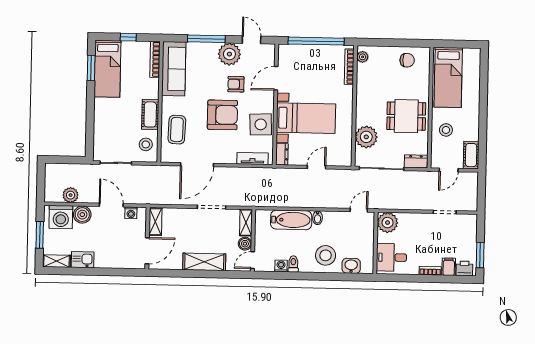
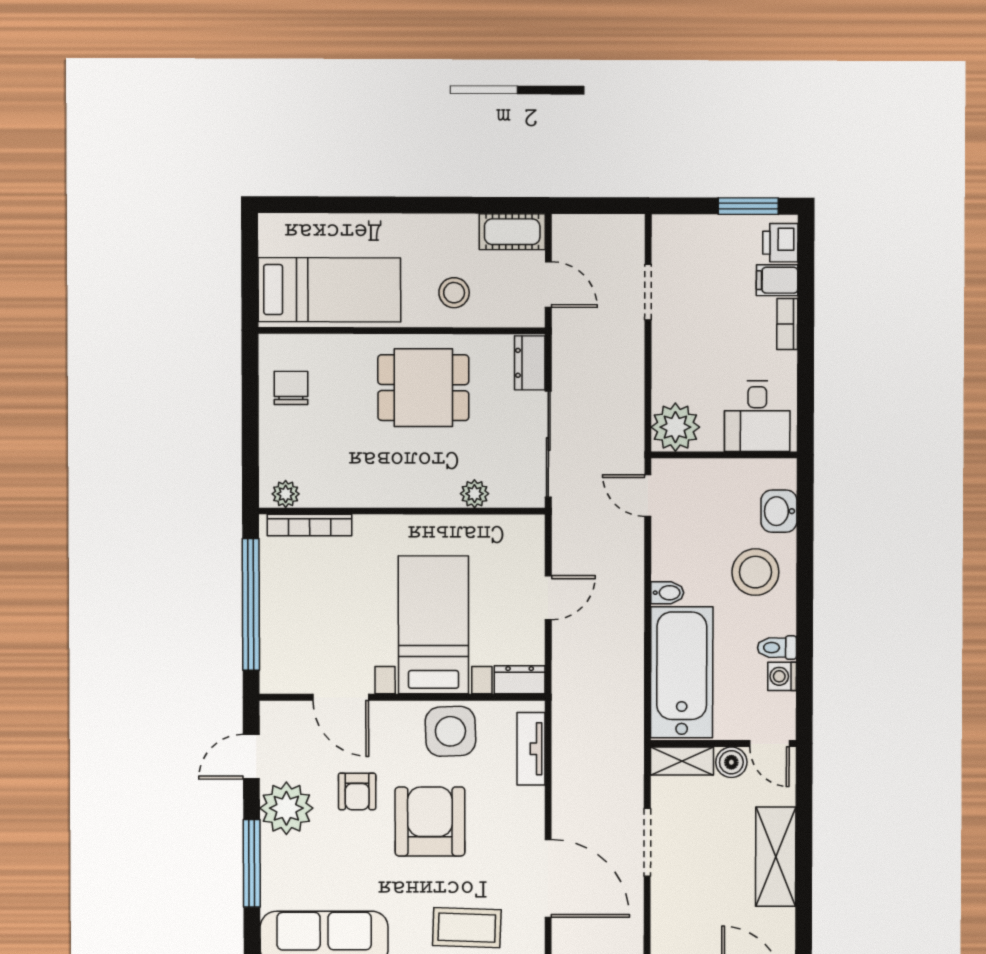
dining table: (406, 116) -> (423, 388), turned 90
plant: (366, 137) -> (475, 494), width x0.53, depth x0.53
door: (316, 167) -> (548, 598), swing flipped
bathtub: (291, 220) -> (682, 672), width x1.36, depth x1.36

